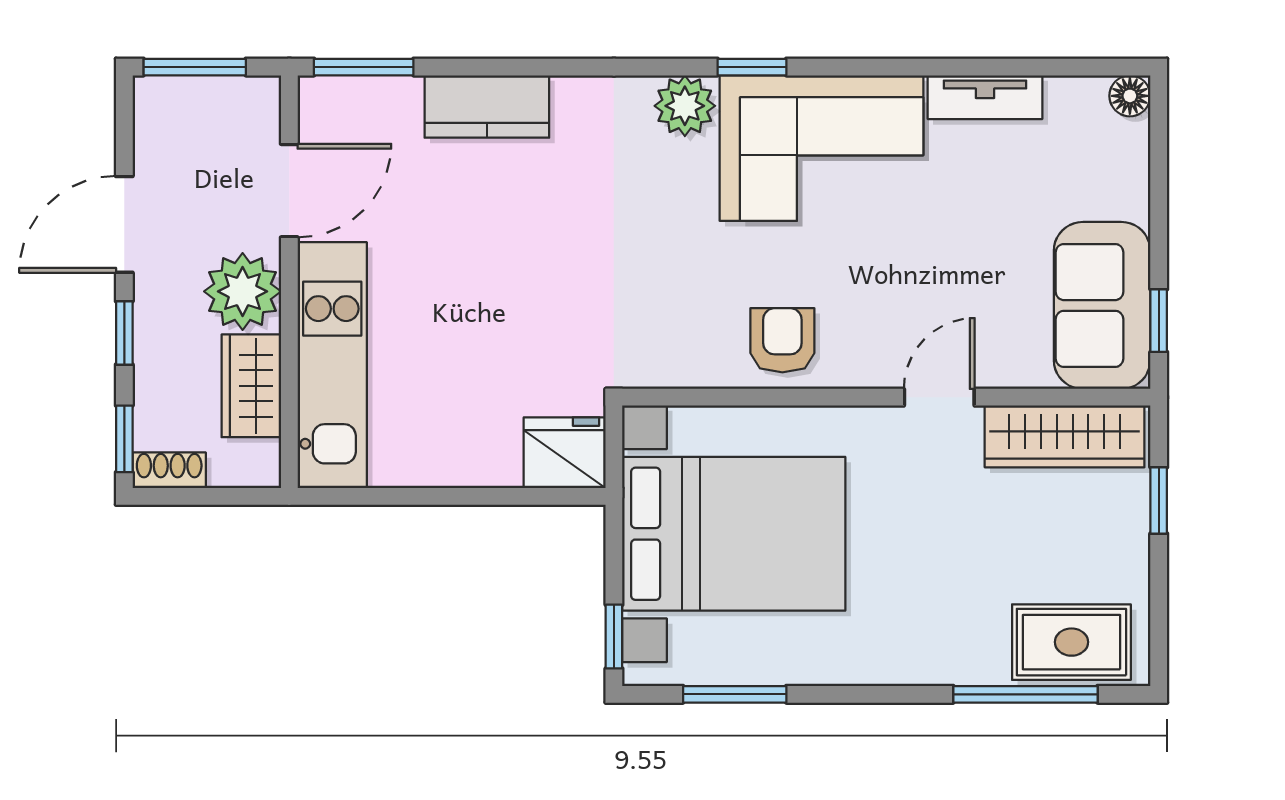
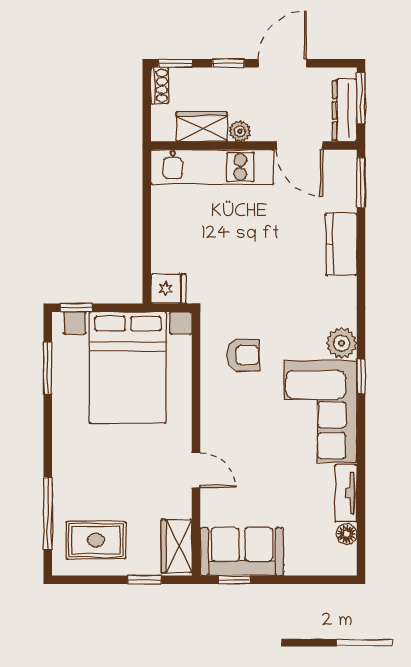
floor lamp: (1130, 96) -> (347, 534), moved
dresser: (219, 100) -> (345, 110), added
door: (124, 224) -> (282, 63), hinge flipped
plant: (243, 291) -> (240, 131), width x0.53, depth x0.53
armchair: (782, 340) -> (243, 355), moved
wardrobe: (1065, 436) -> (177, 546), width x0.67
fridge: (565, 453) -> (168, 289), width x0.72
rug: (1071, 642) -> (96, 540), moved, turned 90

